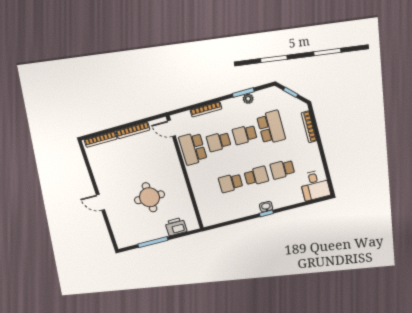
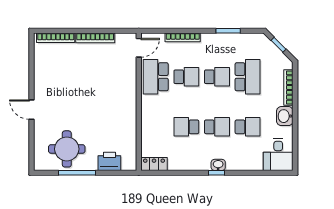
plant: (248, 99) -> (231, 39), removed
door: (171, 128) -> (139, 48), swing flipped
school desk: (245, 135) -> (217, 77), turned 180
school desk: (219, 142) -> (186, 77), turned 180
washbasin: (312, 152) -> (285, 116), added
school desk: (282, 169) -> (248, 127), turned 180
round table: (149, 197) -> (67, 149), moved
locker: (213, 220) -> (154, 164), added

